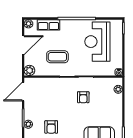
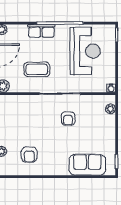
row of seats: (48, 25) -> (41, 31), moved
reception desk: (97, 42) -> (85, 51), turned 180

